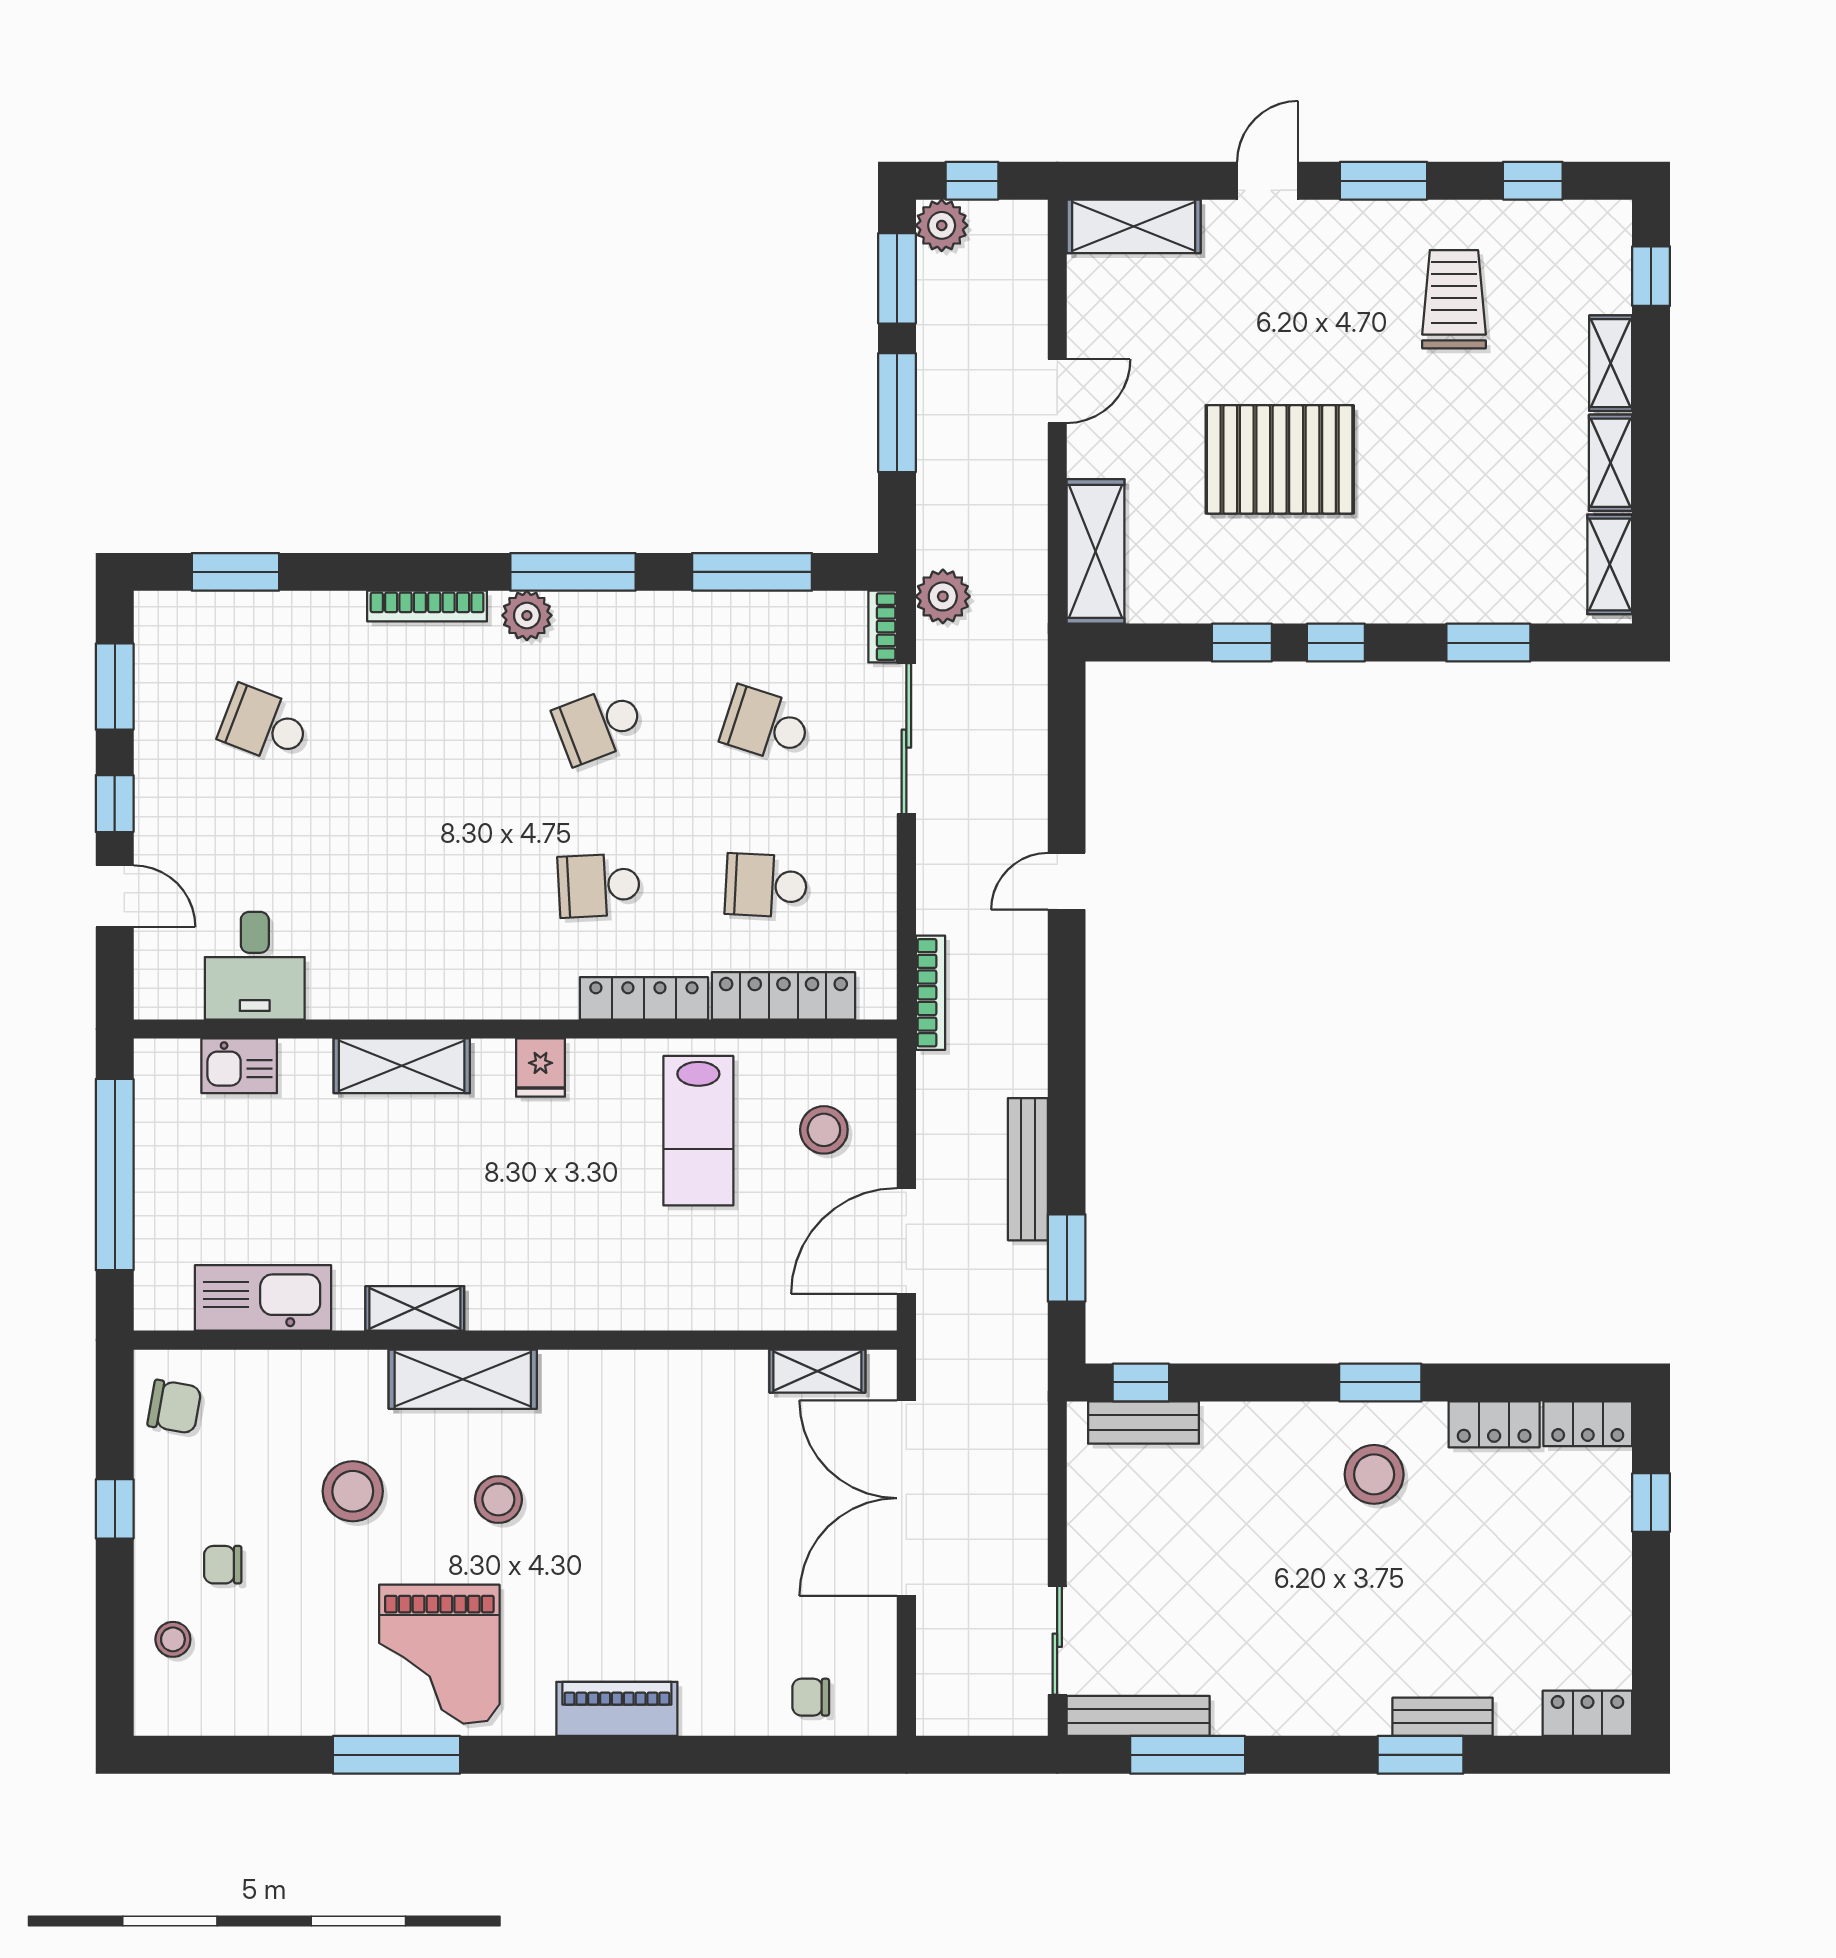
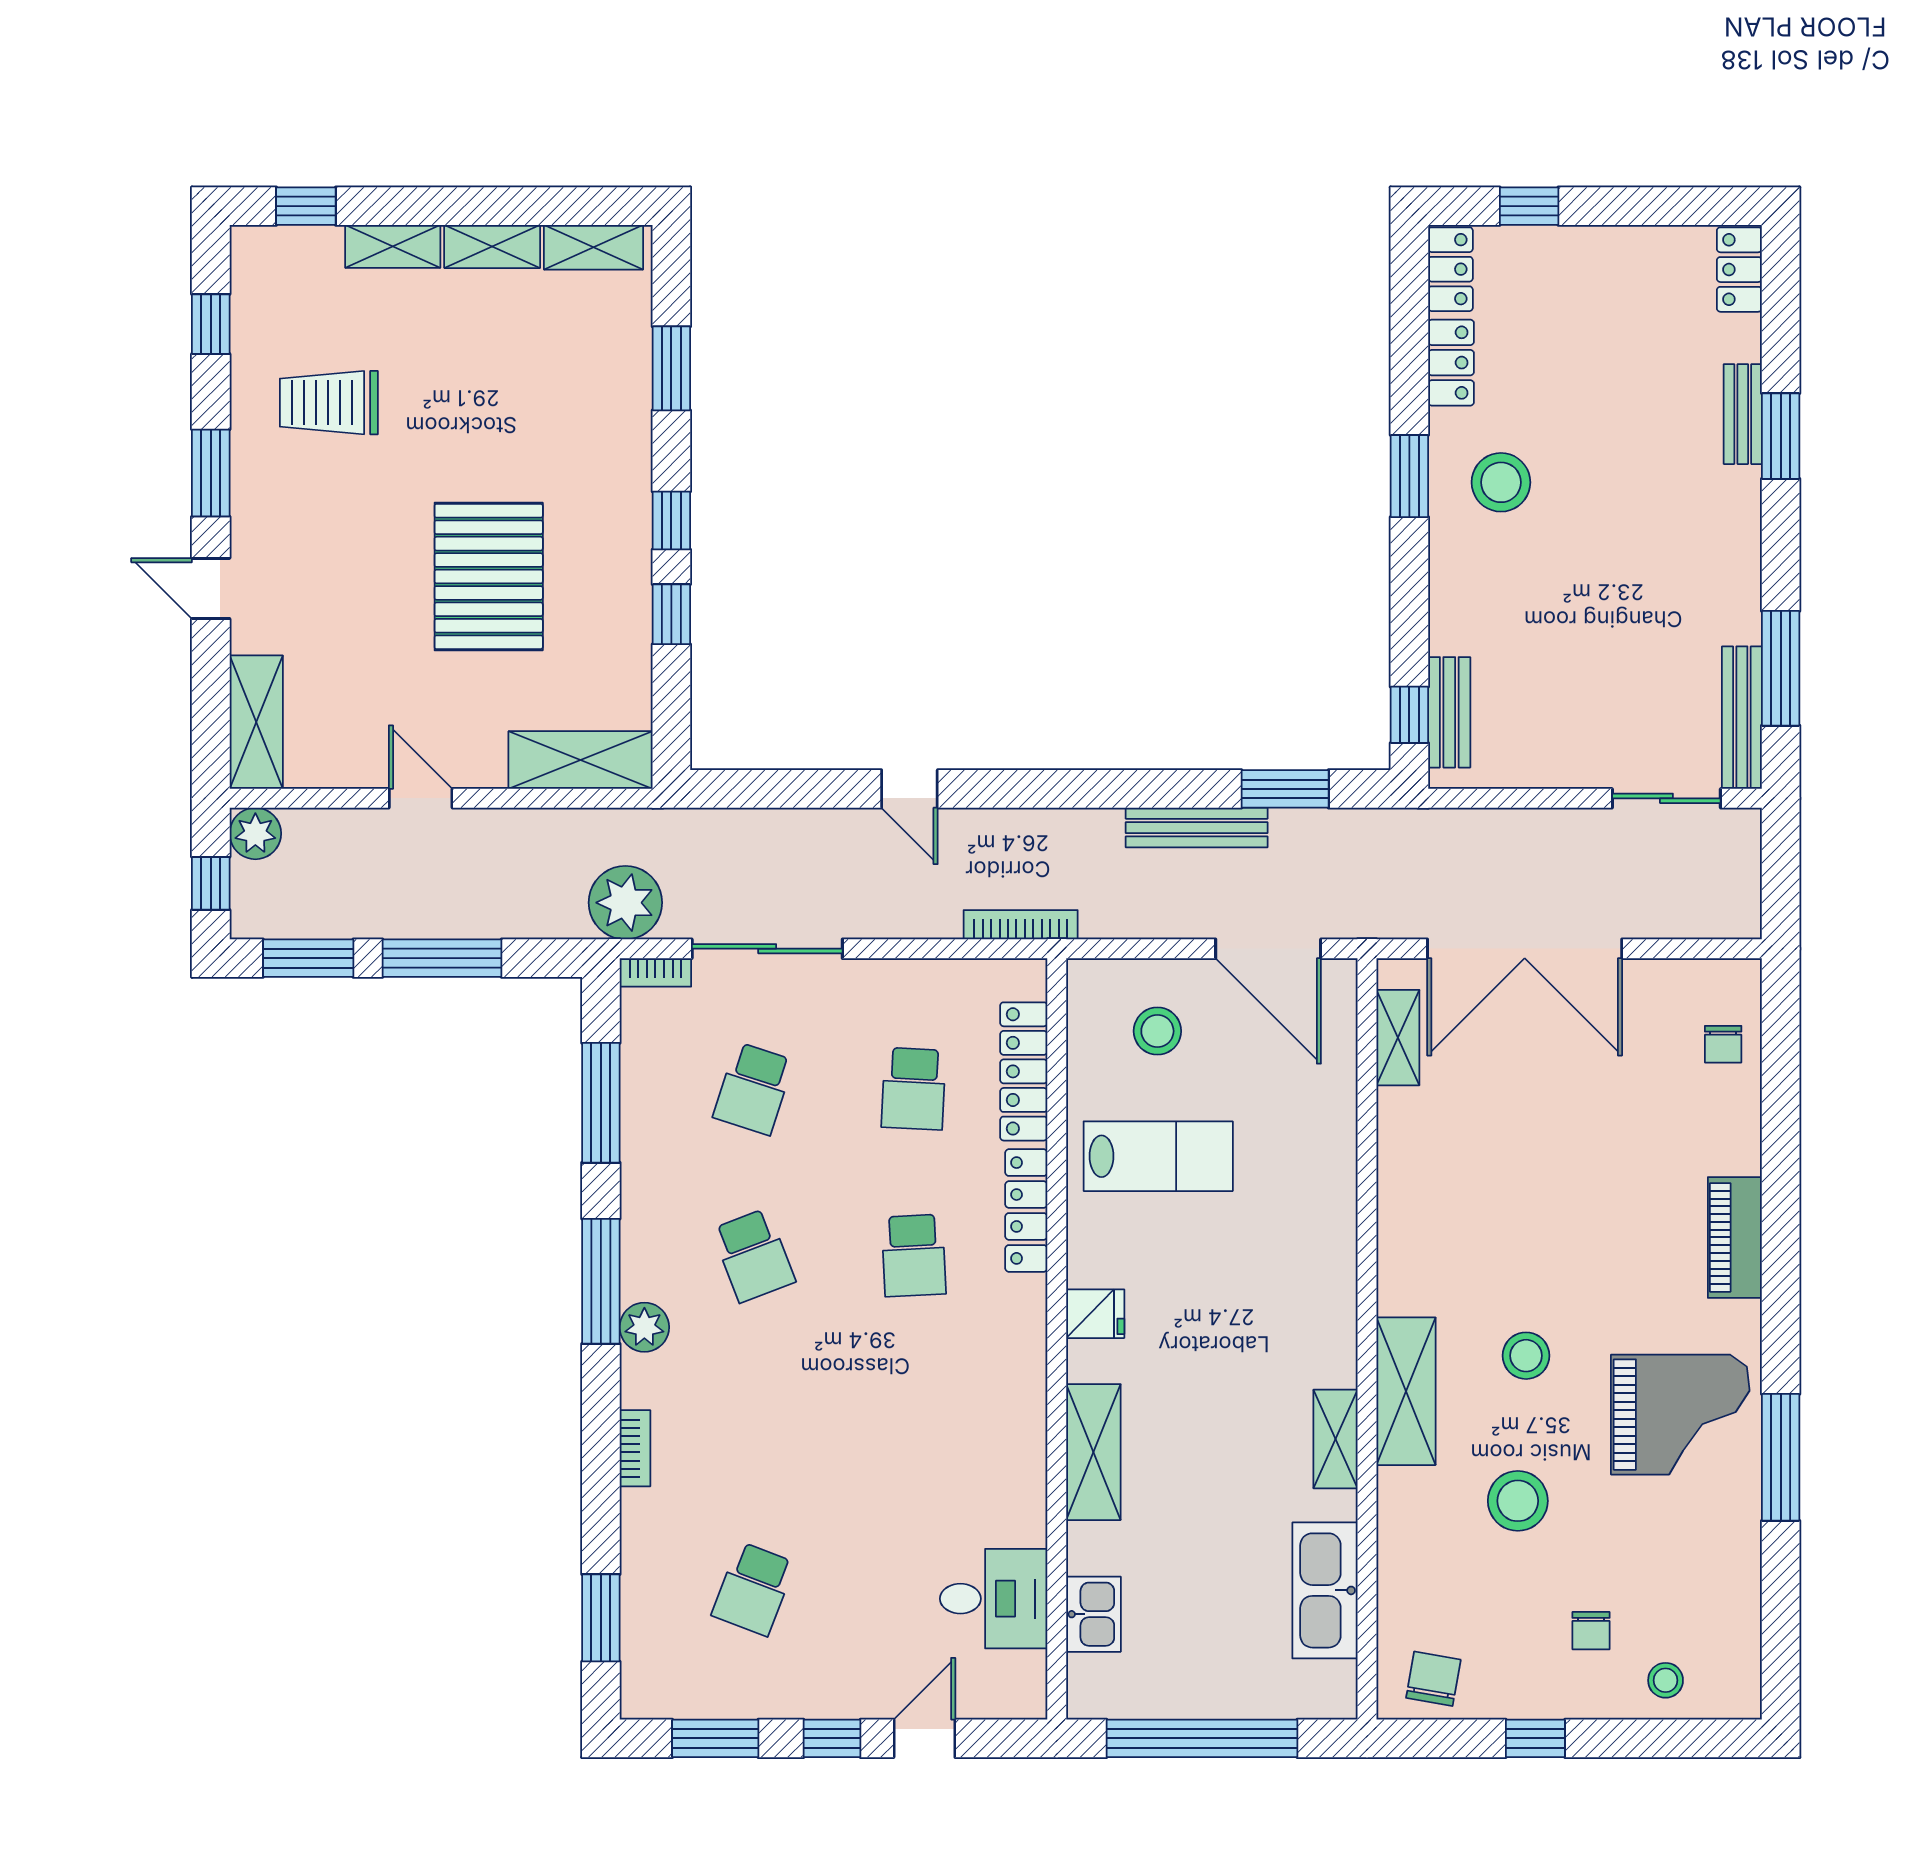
plant: (942, 225) -> (255, 833), moved
plant: (943, 596) -> (625, 903), width x1.36, depth x1.36
bookcase: (427, 606) -> (635, 1448), width x0.64

